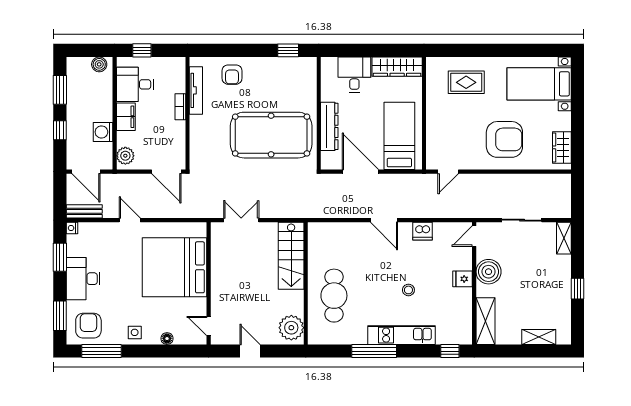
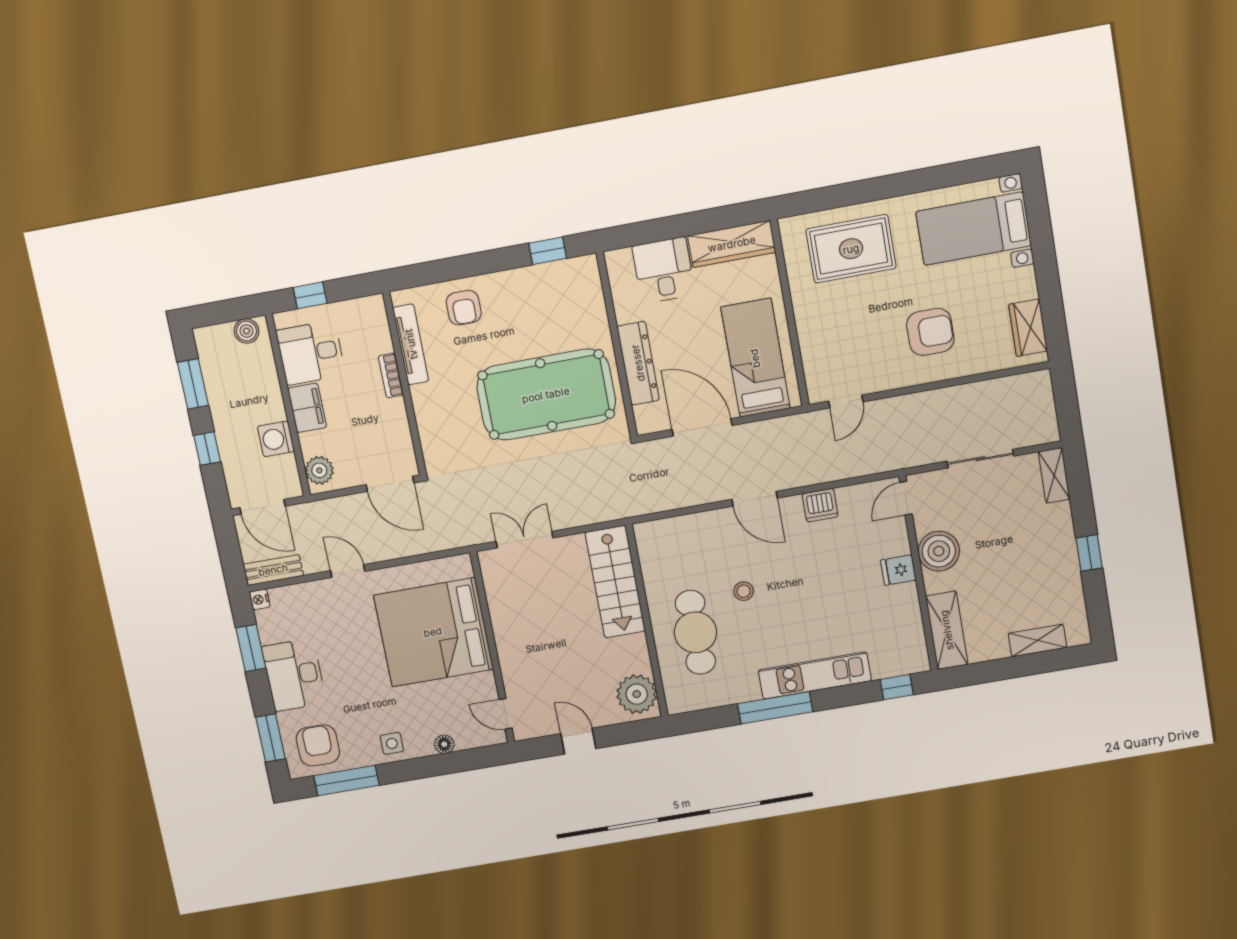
rug: (466, 82) -> (851, 249), width x1.36, depth x1.43
armchair: (504, 139) -> (930, 332), width x0.73, depth x0.73
stool: (408, 290) -> (744, 591), moved

